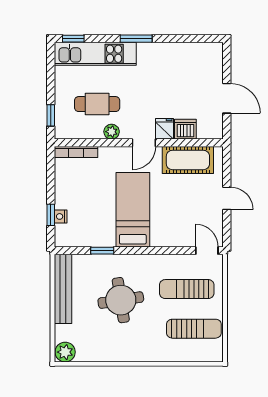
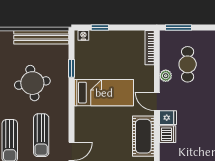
window: (51, 115) -> (179, 28), width x1.50
nightstand: (61, 216) -> (83, 35), moved
sun lounger: (187, 289) -> (41, 135), turned 180

